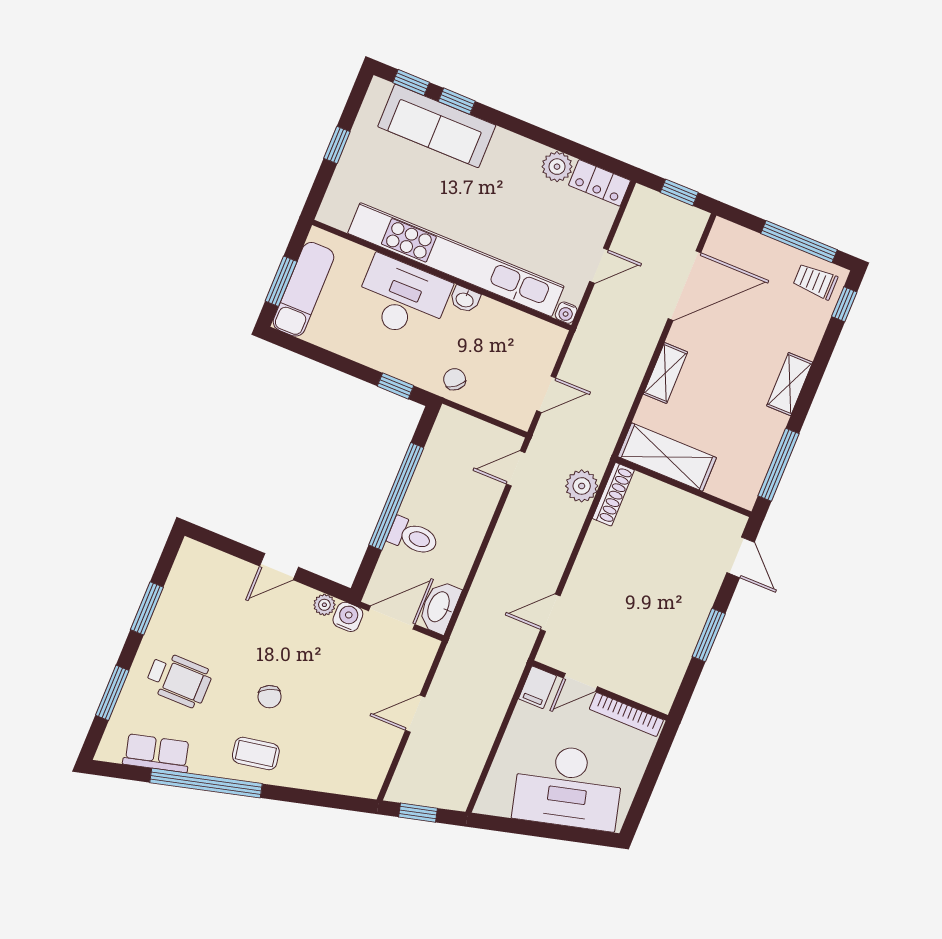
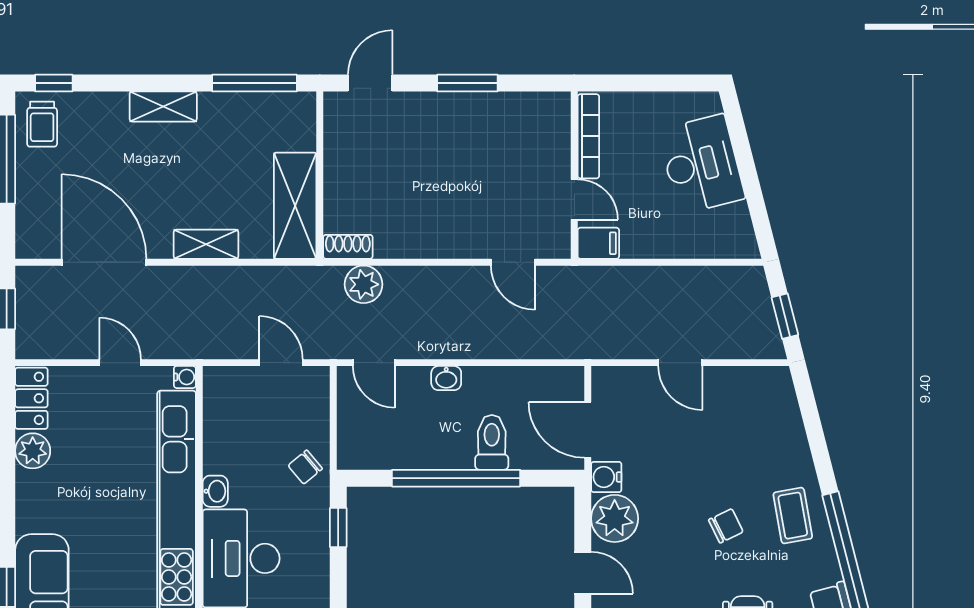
shoe rack: (613, 494) -> (348, 247), width x0.70
plant: (324, 605) -> (615, 518), width x1.88, depth x1.88
washbasin: (439, 607) -> (446, 378), moved, width x0.52, depth x0.69
desk: (568, 787) -> (701, 164), width x0.73, depth x0.77

